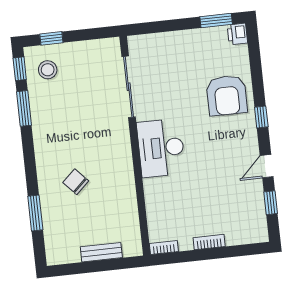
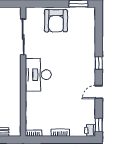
printer: (237, 34) -> (90, 130), moved
armchair: (227, 95) -> (56, 21), moved
window: (271, 203) -> (99, 125), moved

